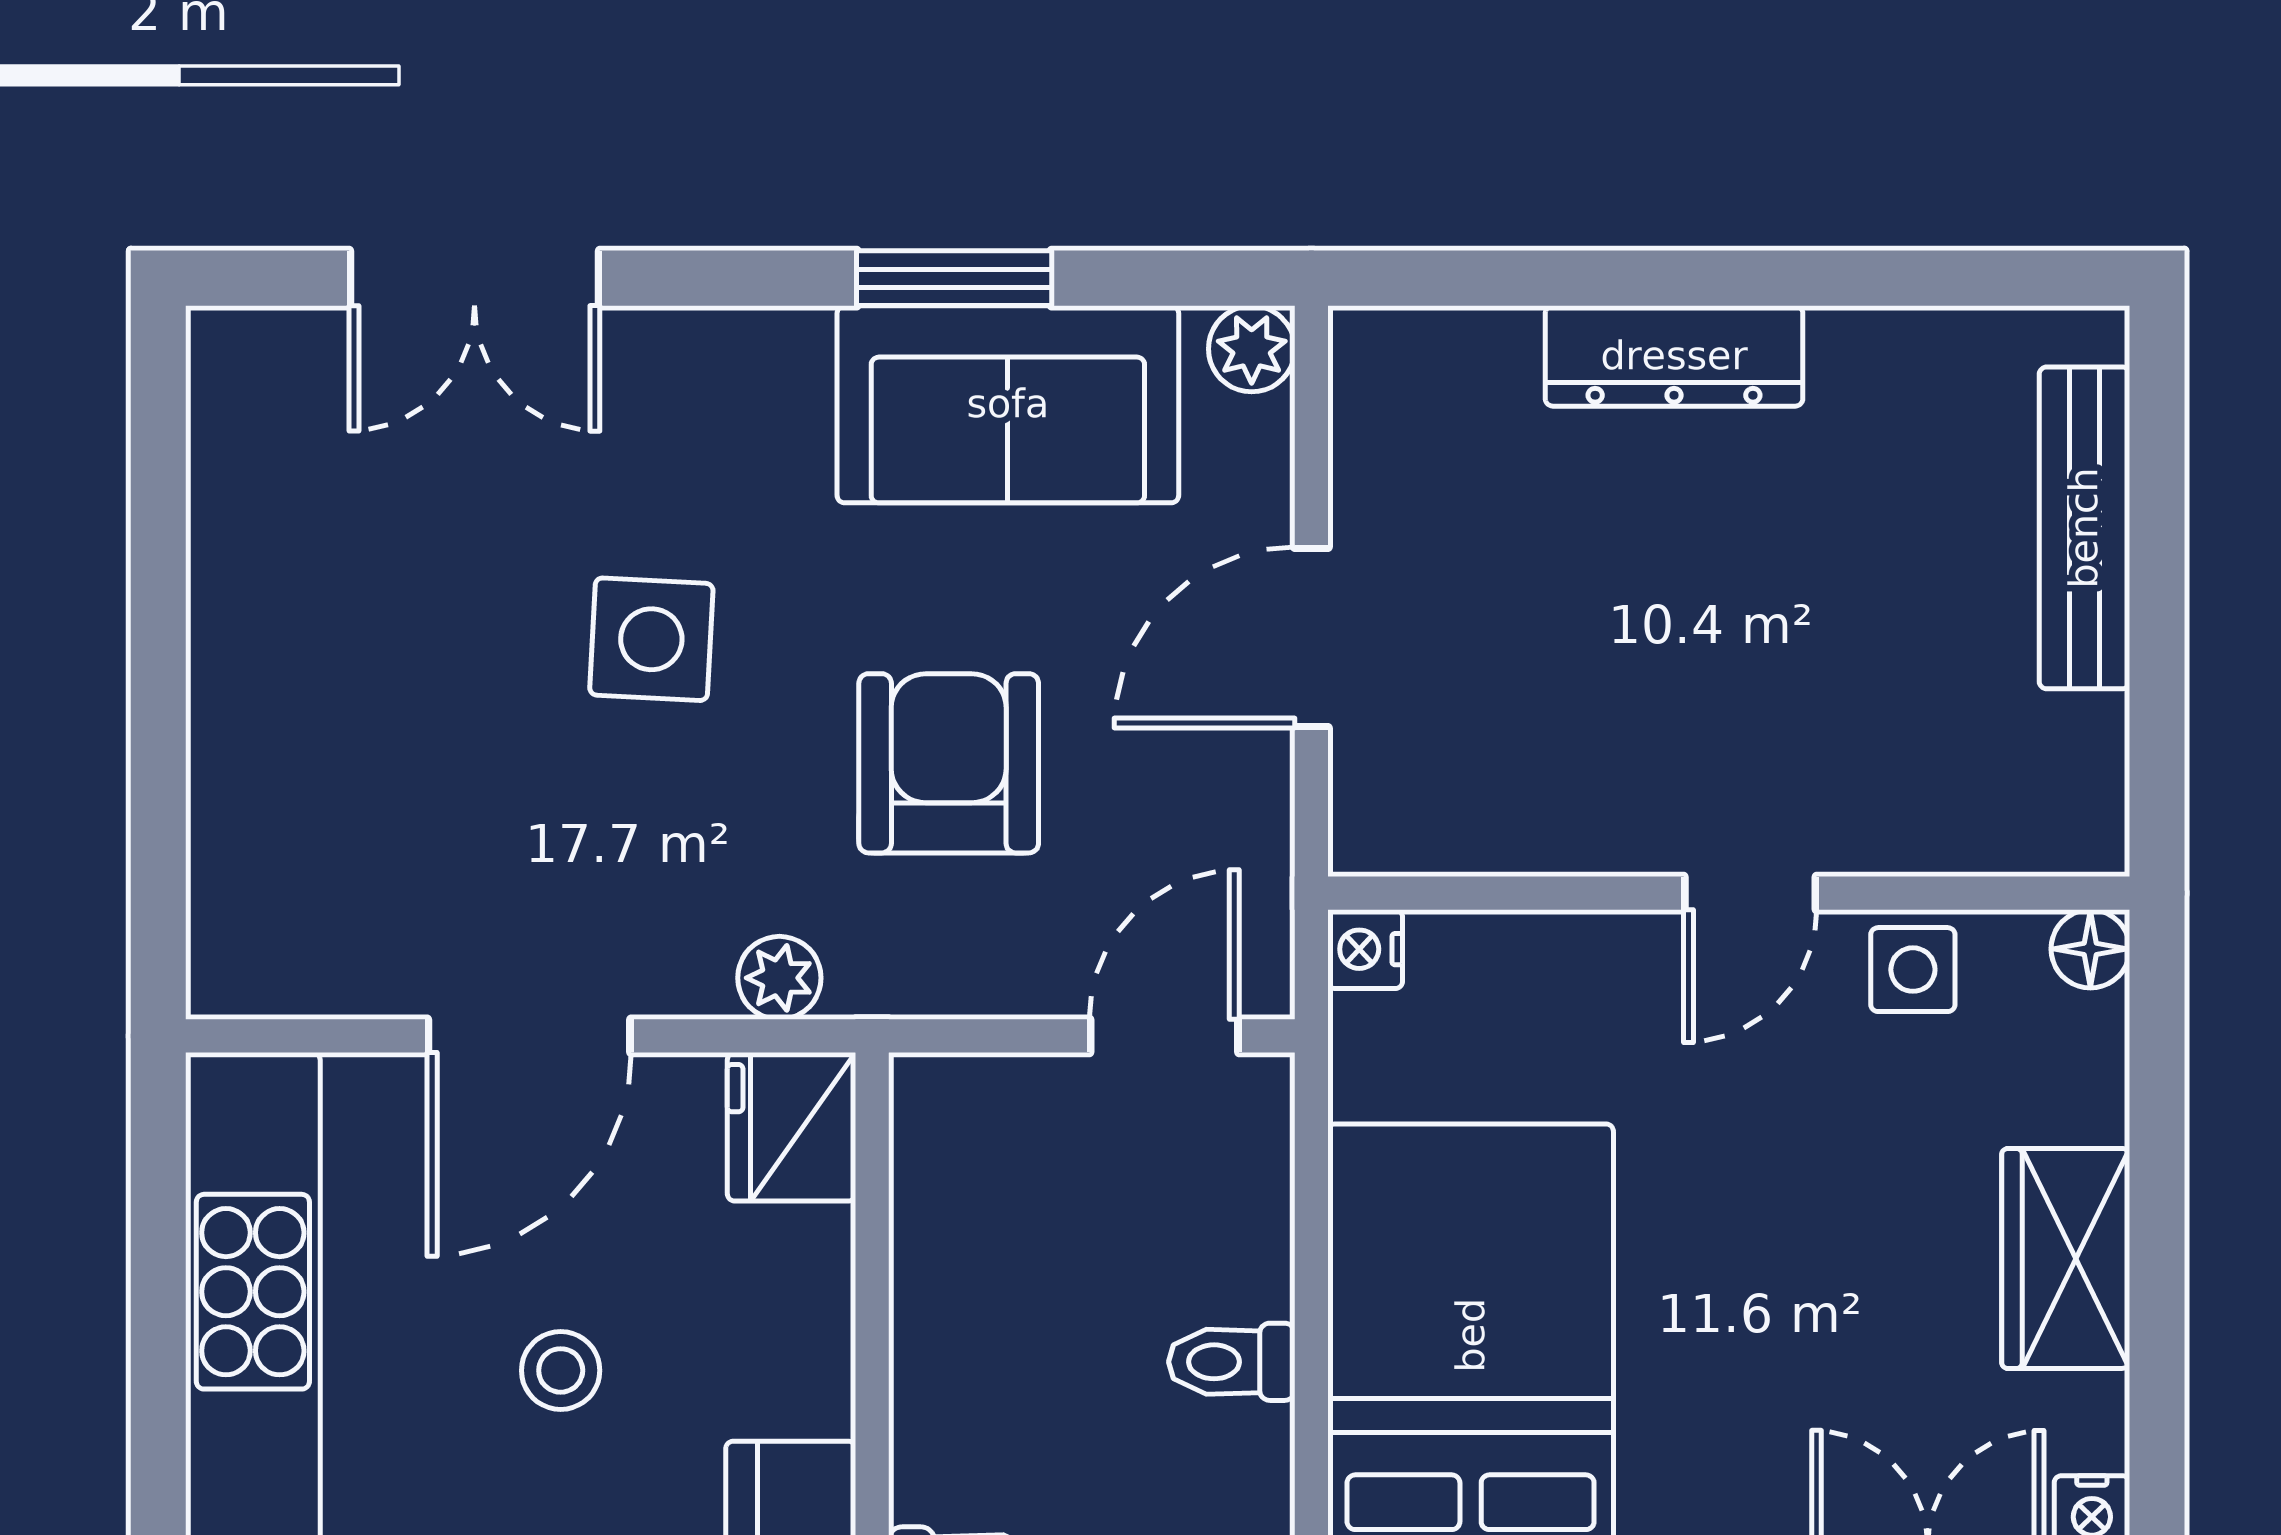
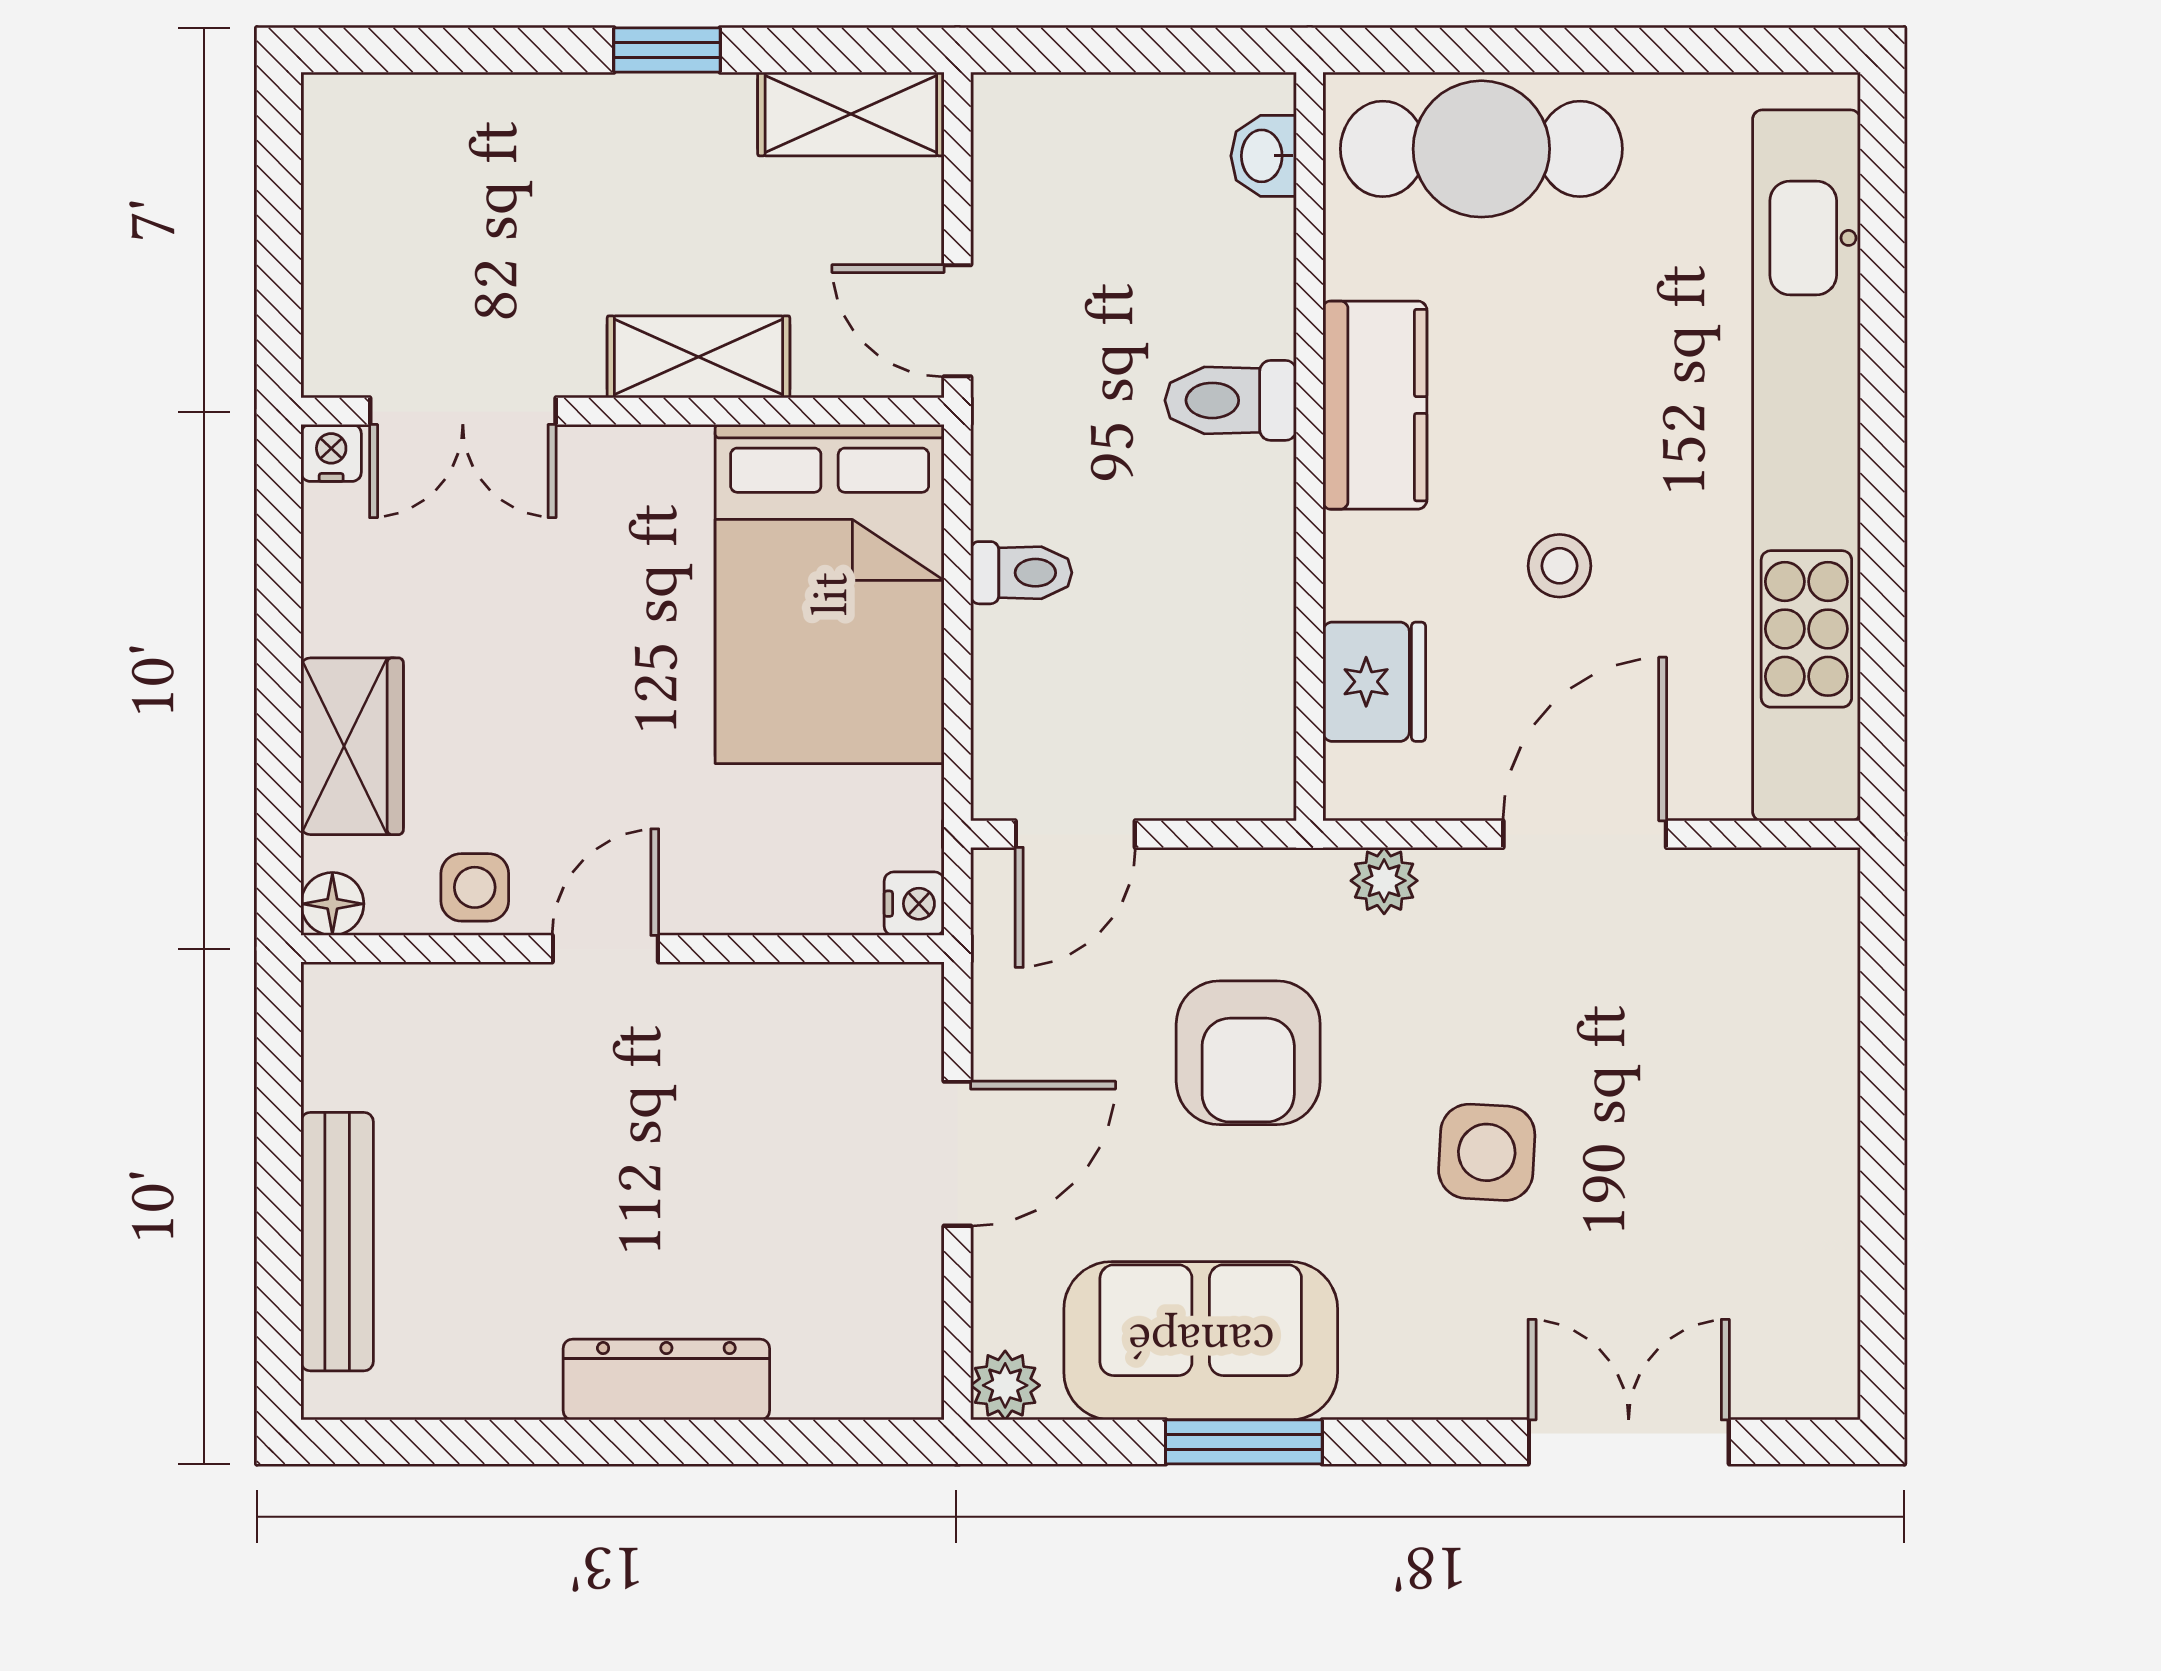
fridge: (792, 1127) -> (1374, 682), moved
wardrobe: (2066, 1258) -> (352, 746), moved

